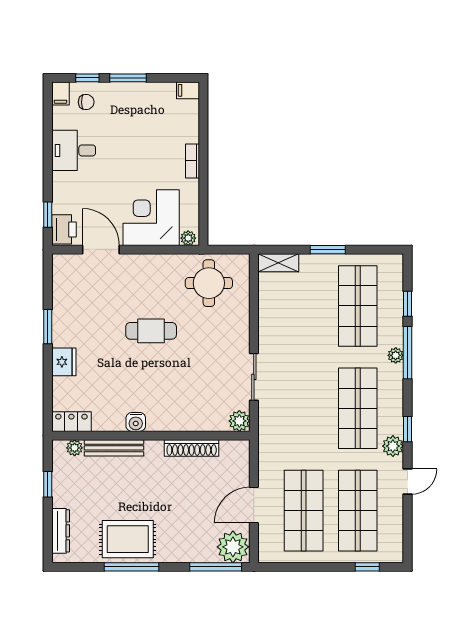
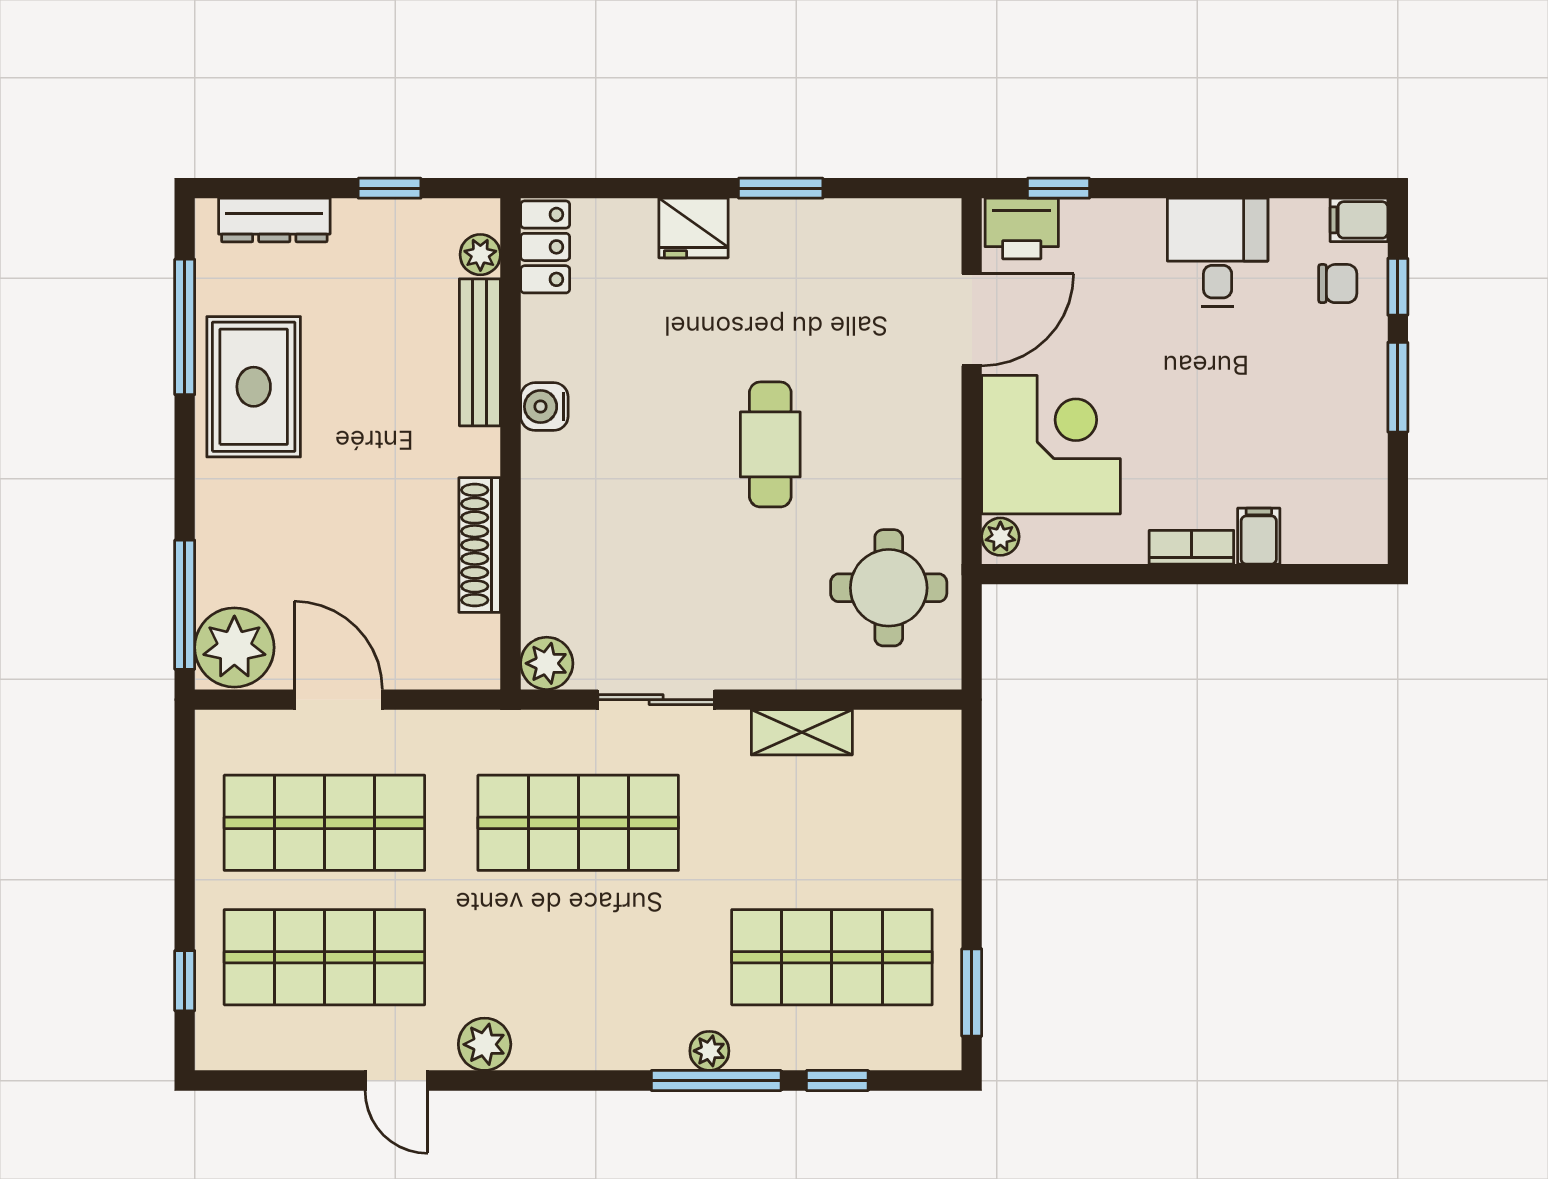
filing cabinet: (188, 90) -> (1259, 536), moved
chair: (86, 102) -> (1338, 284), turned -90
window: (328, 250) -> (972, 993), moved
shelving: (278, 263) -> (802, 732), moved, turned 90
shop shelf: (358, 408) -> (578, 823), moved
window: (408, 429) -> (526, 1081), removed
window: (131, 567) -> (185, 327), moved

